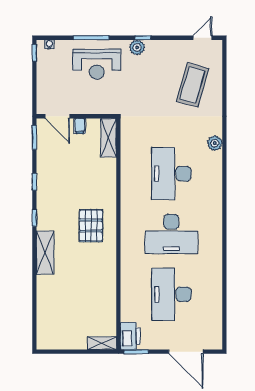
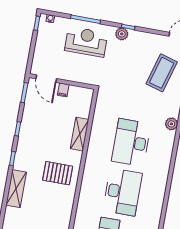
reception desk: (97, 64) -> (86, 42), turned 180
shelving: (109, 138) -> (80, 134), moved
pallet: (91, 226) -> (58, 173), turned 90
desk: (171, 234) -> (122, 192), turned -90

